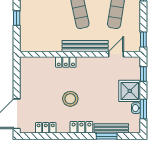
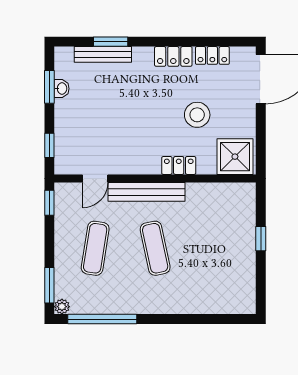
shower: (130, 91) -> (235, 157), moved
stool: (70, 99) -> (197, 115), moved
locker: (81, 127) -> (173, 56), moved

